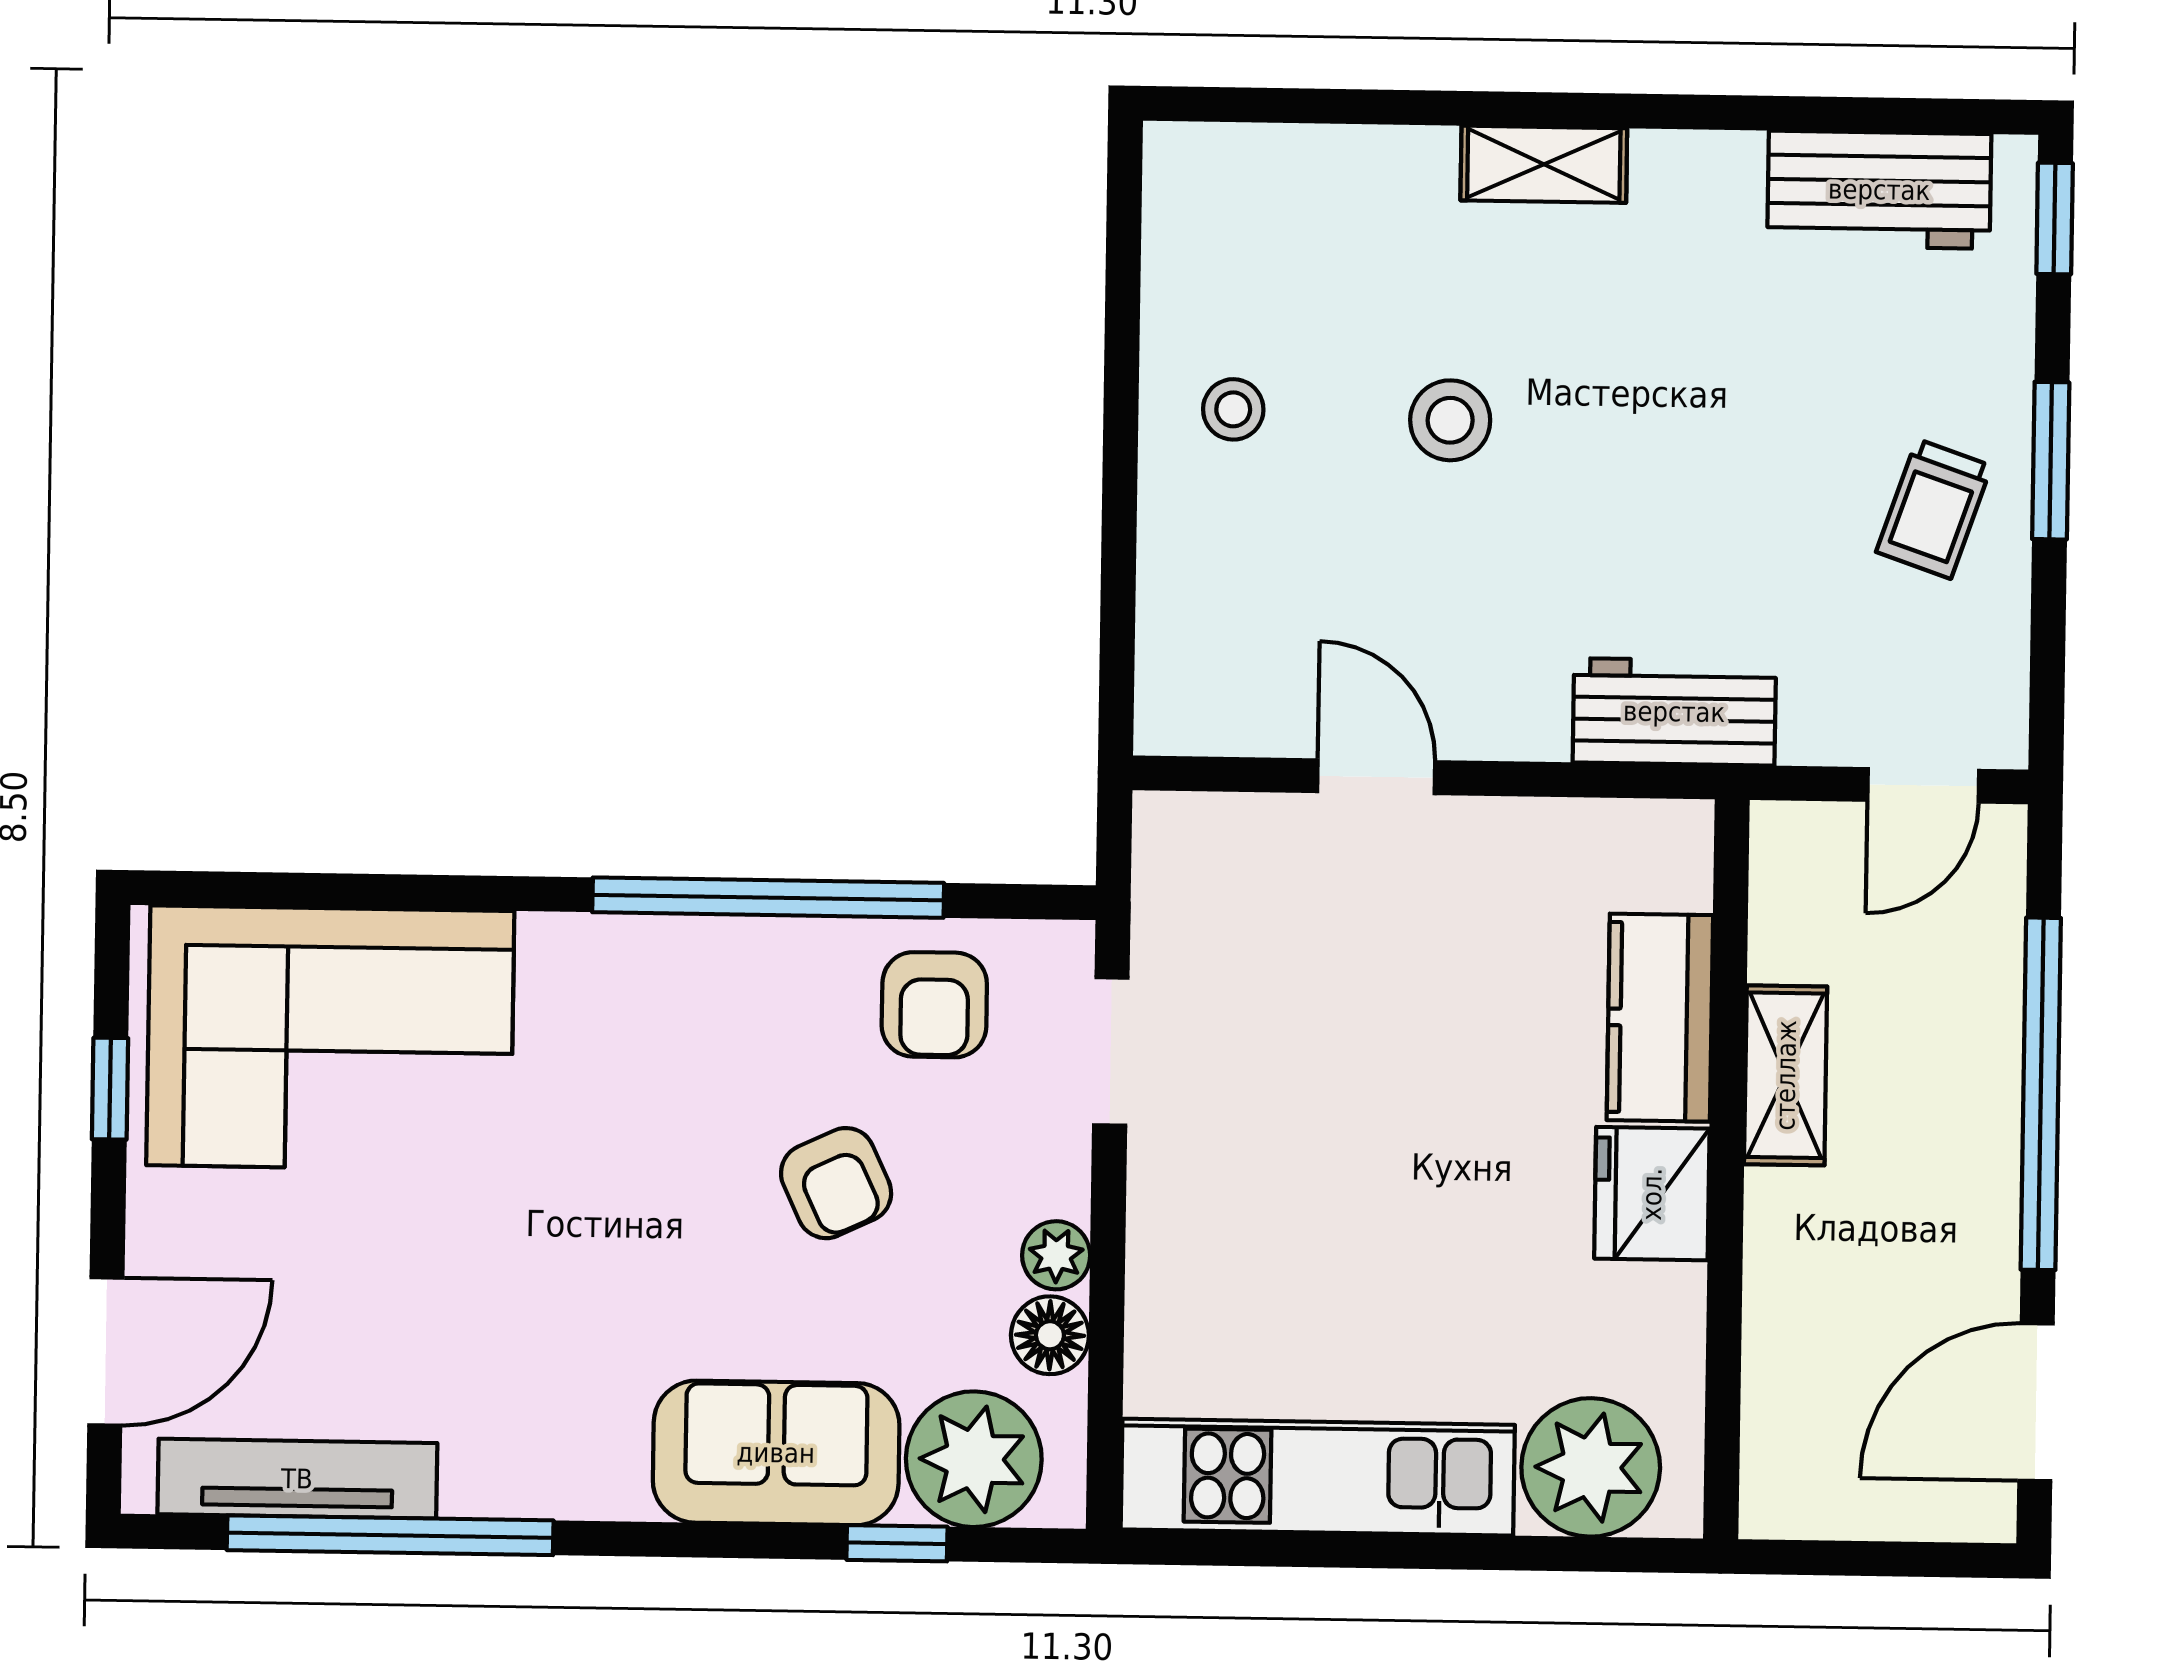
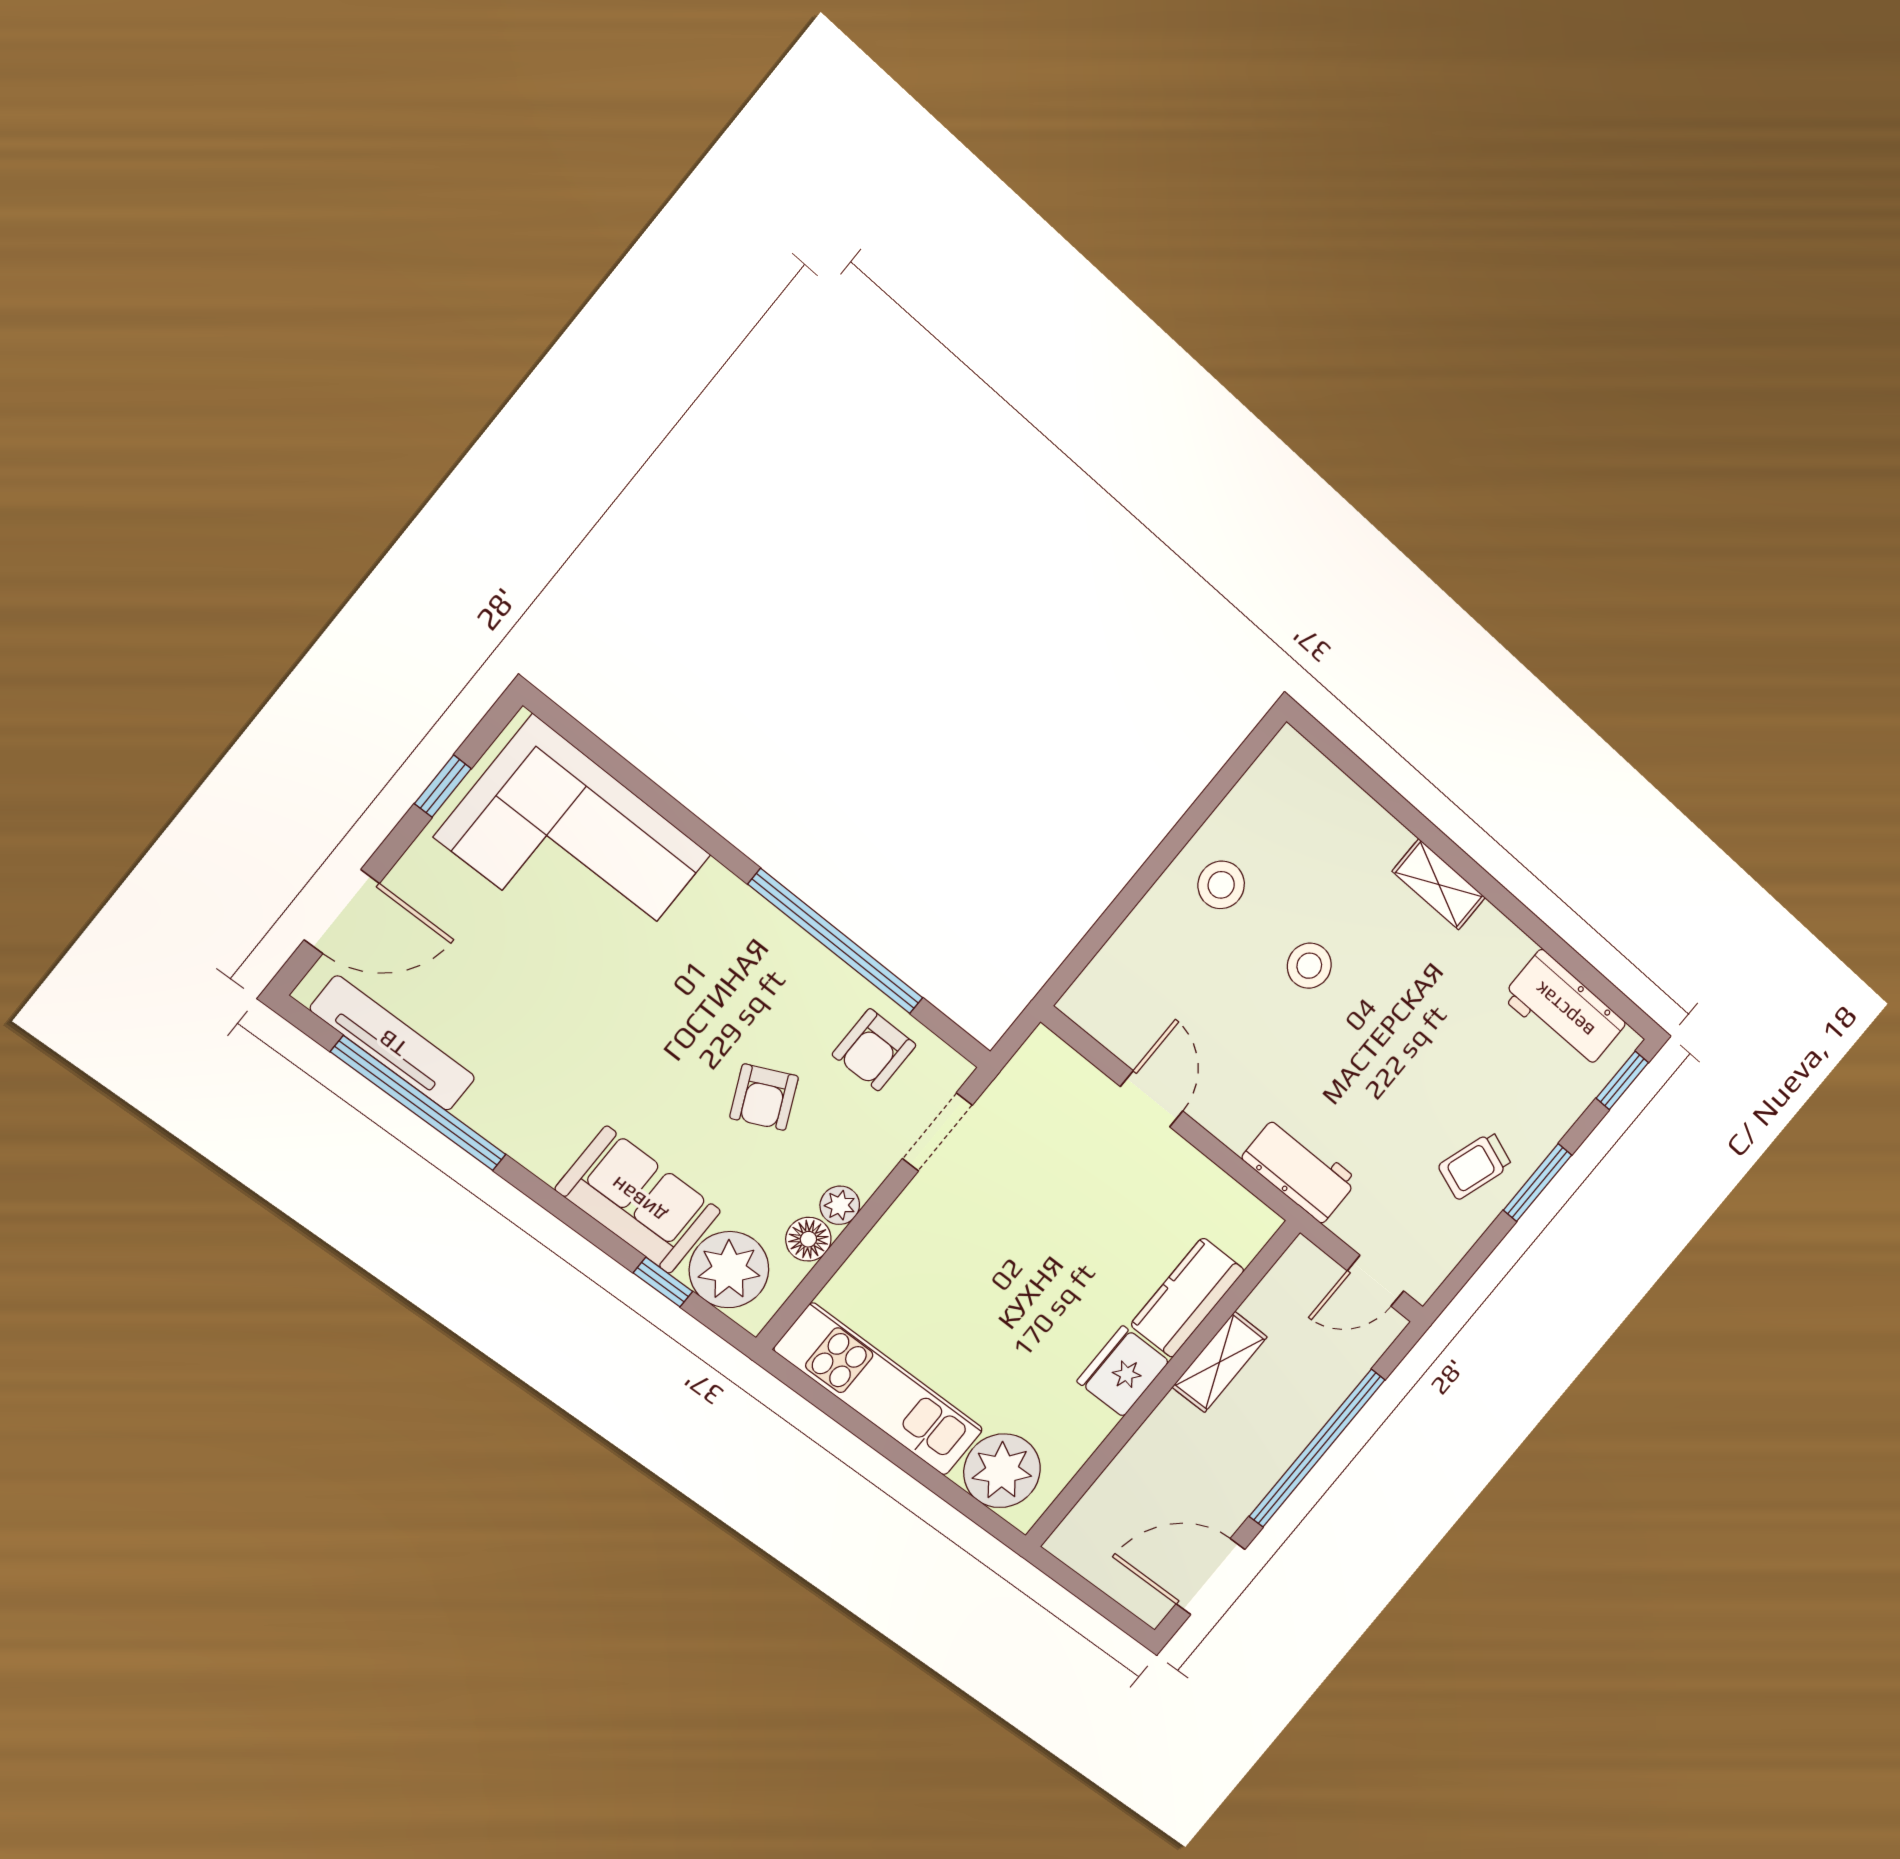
stool: (1233, 409) -> (1221, 885), width x1.37, depth x1.37

